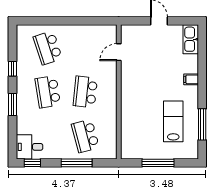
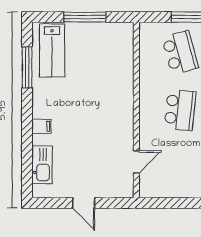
kitchen sink: (191, 39) -> (42, 165), moved
lab bench: (173, 121) -> (52, 50), moved

